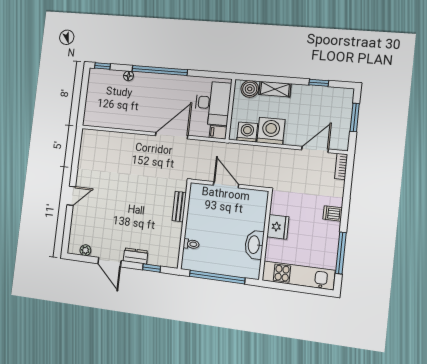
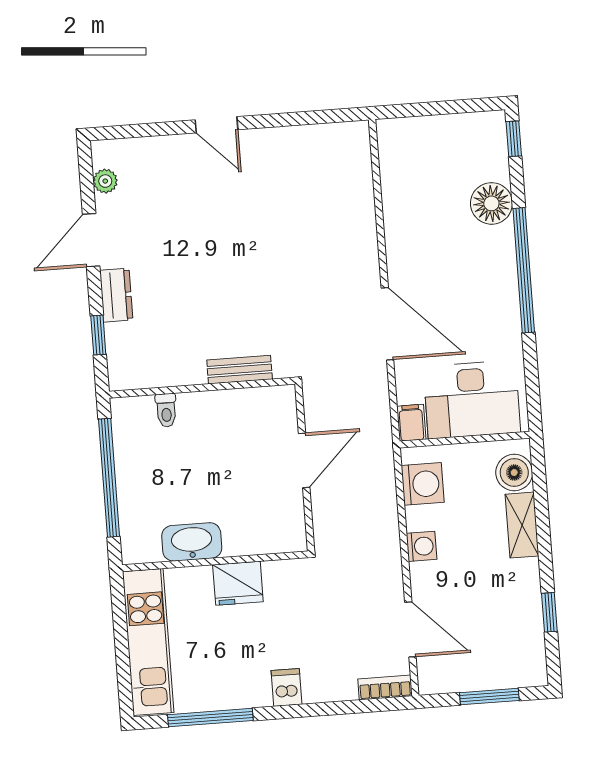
floor lamp: (129, 76) -> (491, 203), width x1.89, depth x1.89
washing machine: (271, 131) -> (422, 546), width x0.53, depth x0.53

